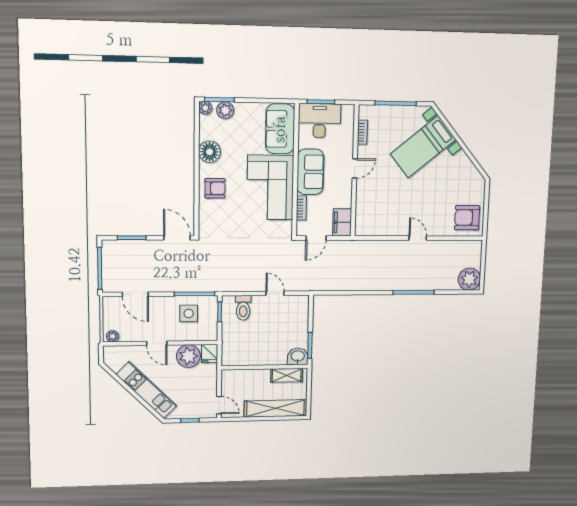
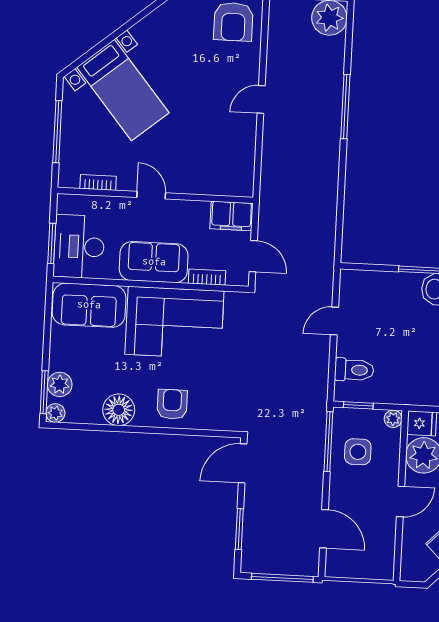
door: (135, 294) -> (324, 529), hinge flipped
plant: (113, 336) -> (393, 419), moved

